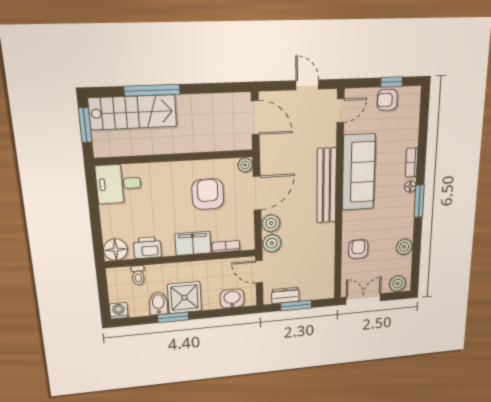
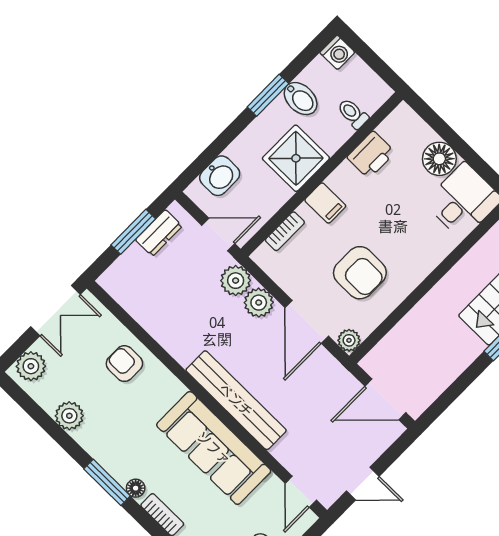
filing cabinet: (193, 243) -> (325, 203), width x0.50
armchair: (358, 249) -> (124, 364), turned 180
floor lamp: (115, 250) -> (439, 159), moved
shower: (184, 298) -> (296, 158), moved

